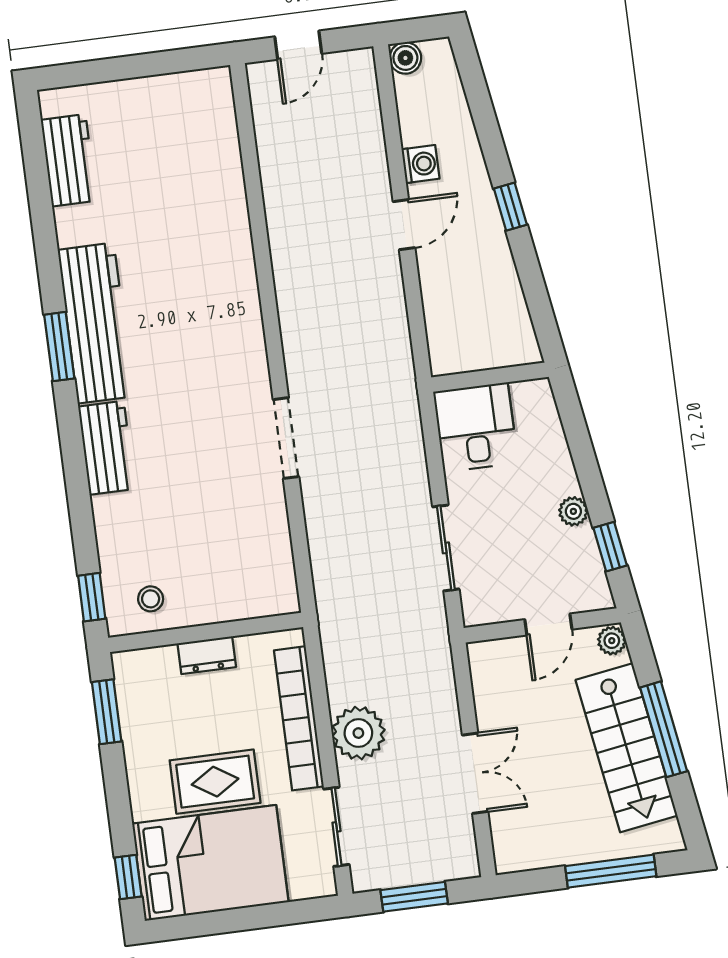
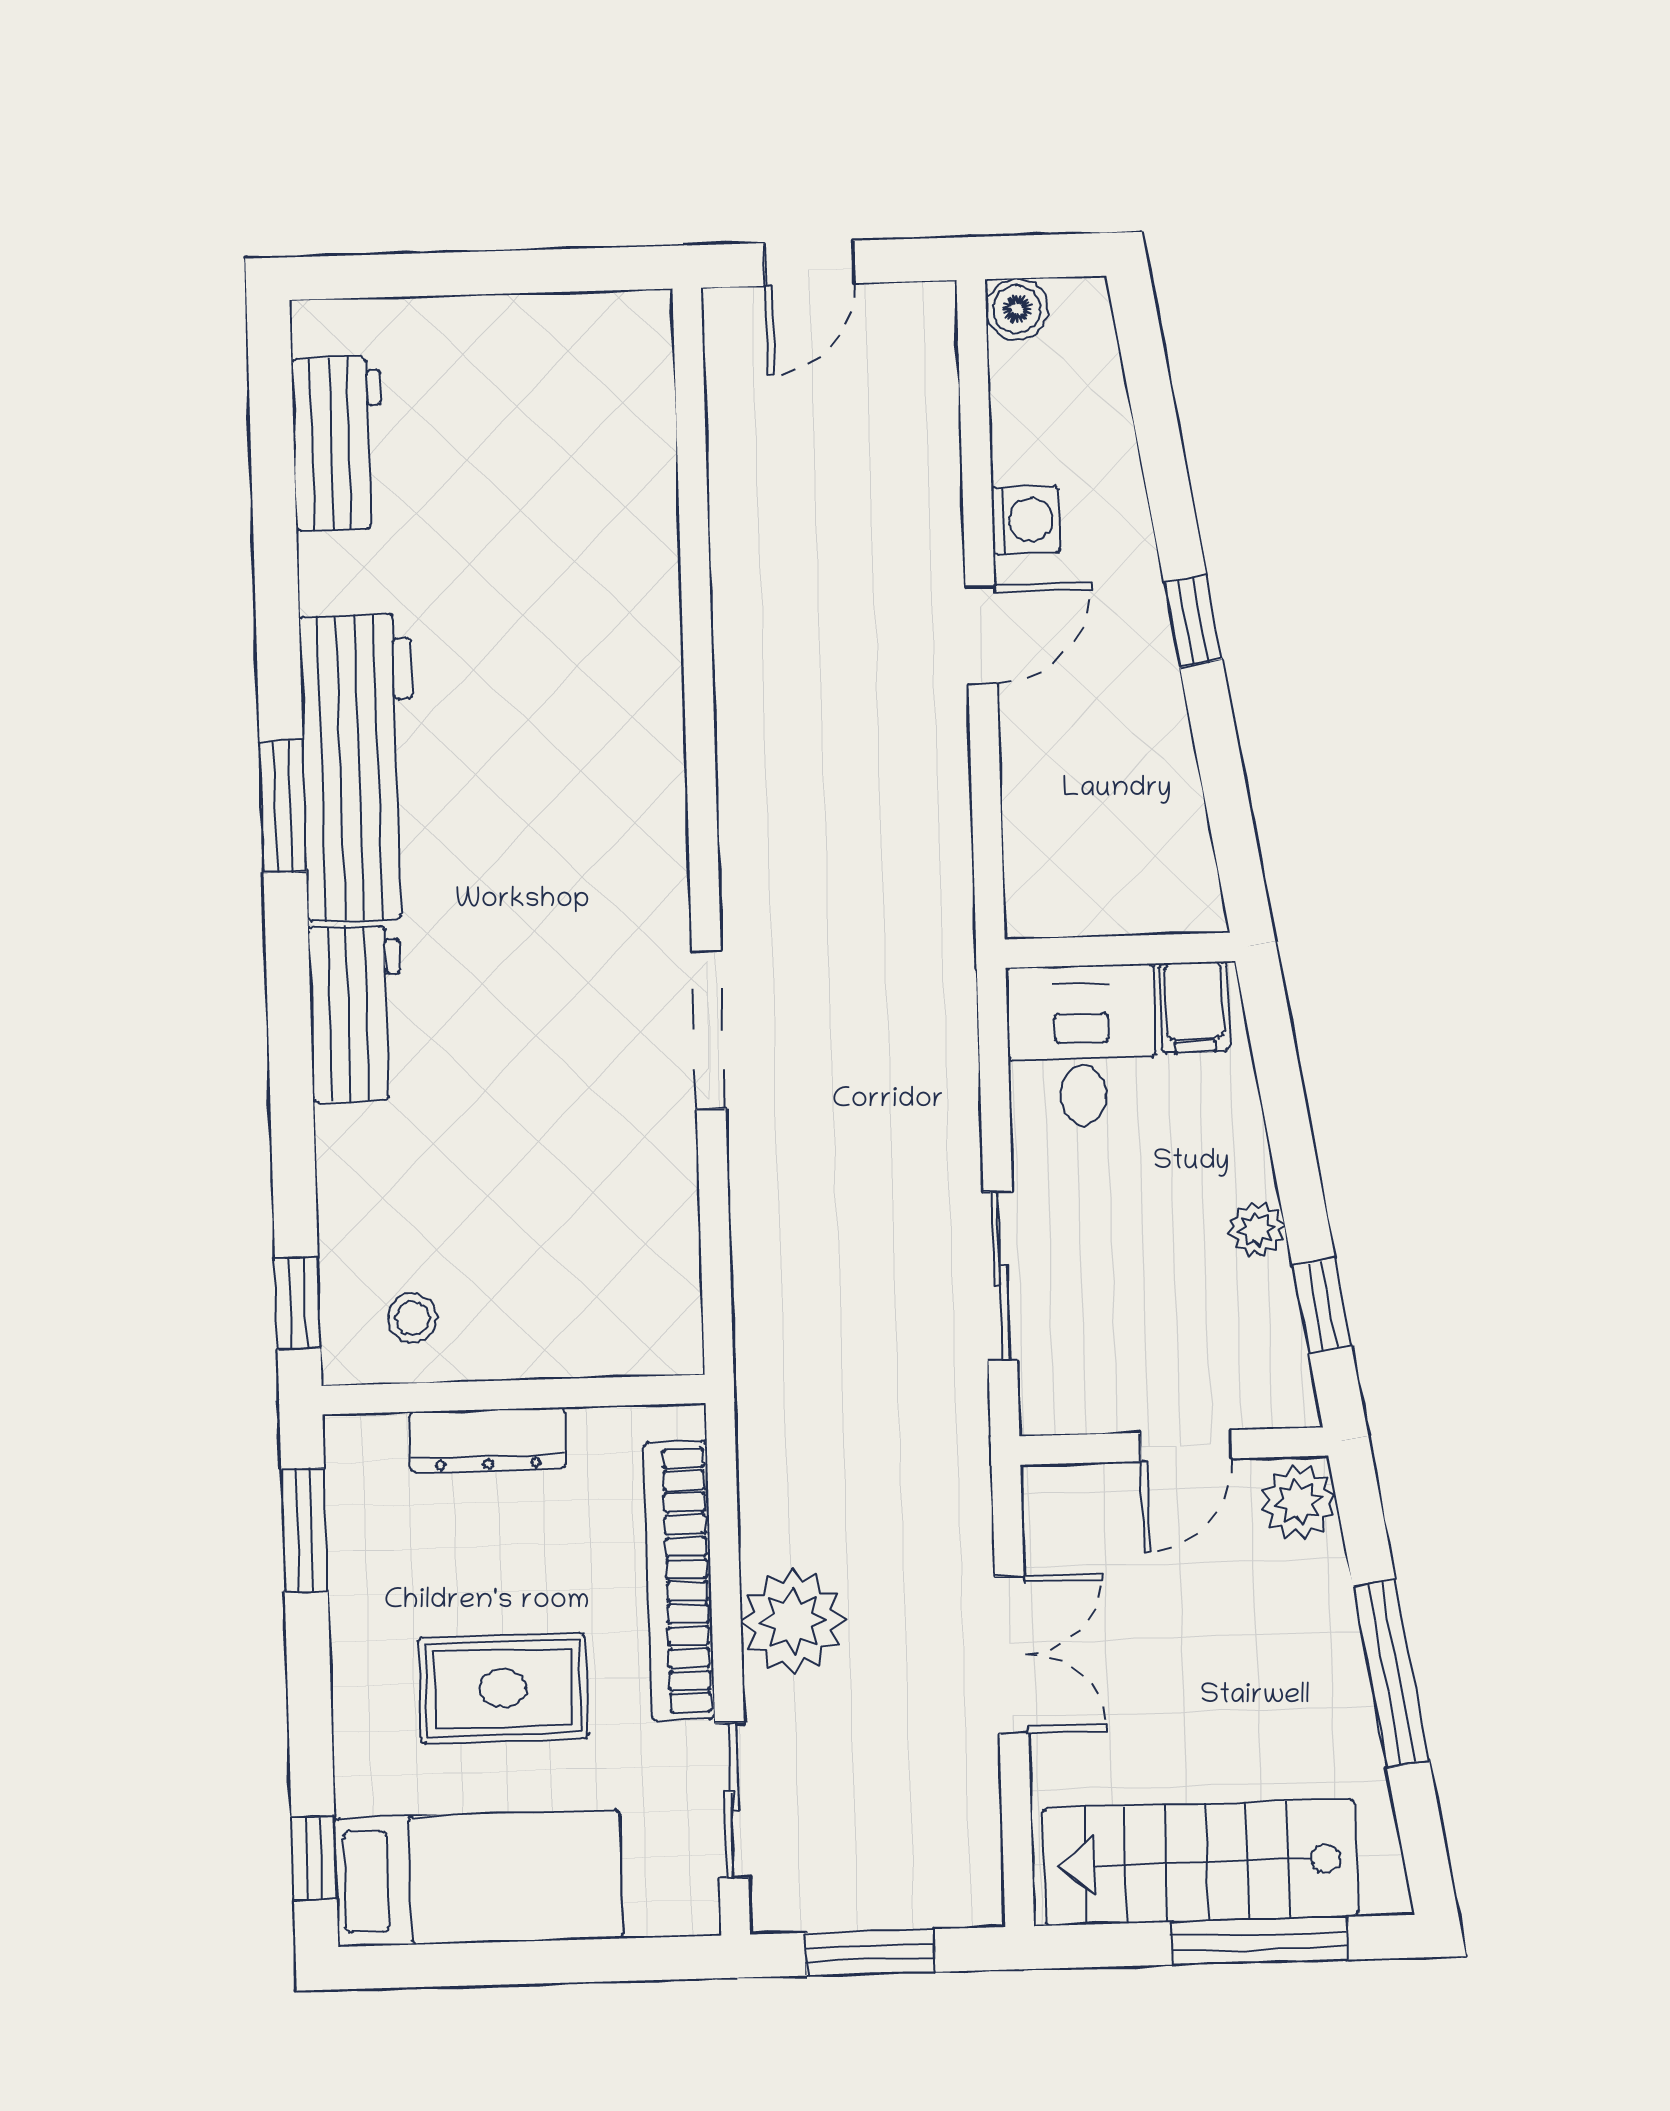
filing cabinet: (531, 402) -> (1194, 1007), added
plant: (612, 641) -> (1298, 1502), width x1.38, depth x1.38
dresser: (207, 655) -> (488, 1440), width x1.44
stairs: (627, 748) -> (1200, 1862), moved, turned 99
double door: (475, 773) -> (1012, 1655), moved
bed: (210, 863) -> (479, 1878), width x0.67

